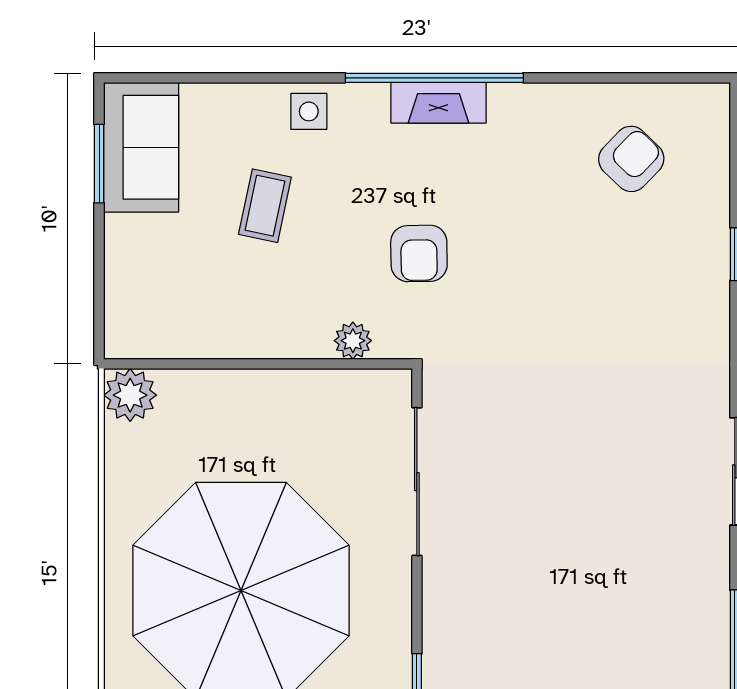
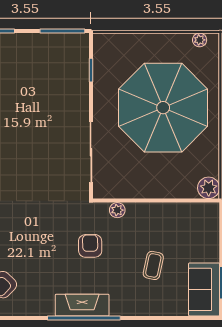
fireplace: (438, 103) -> (82, 305), width x1.37, depth x1.32
side table: (309, 111) -> (135, 304), removed

